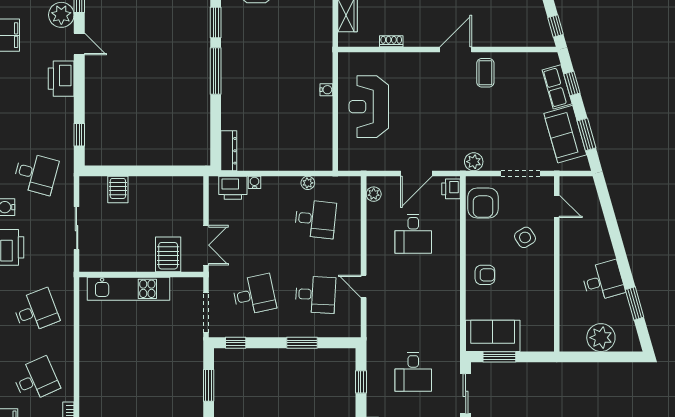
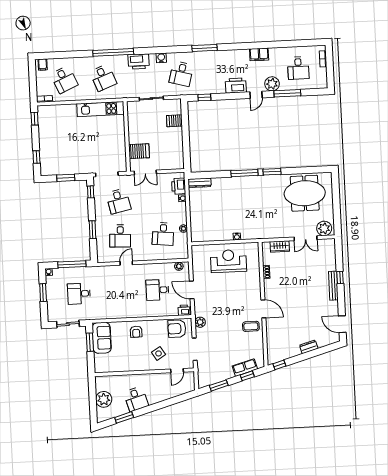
sofa: (565, 134) -> (218, 373), removed
kitchen unit: (128, 289) -> (100, 109), moved, turned -90
window: (361, 382) -> (72, 264), width x2.17

